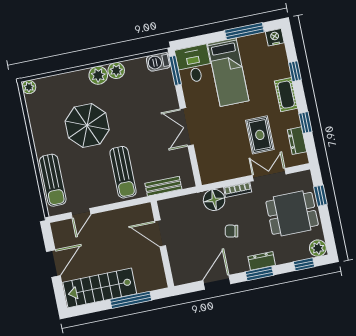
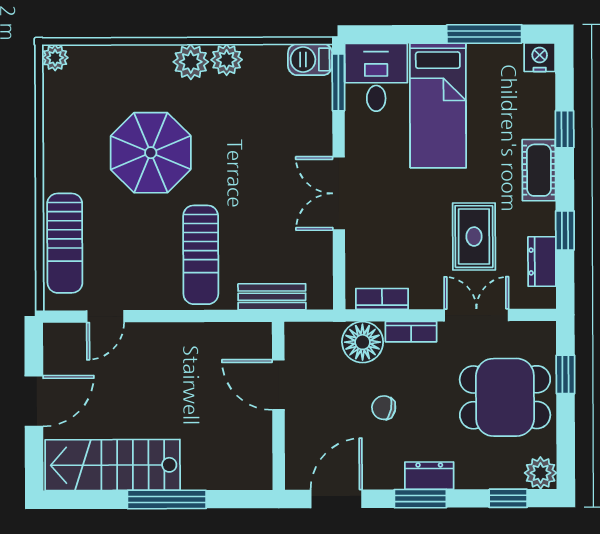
bookcase: (220, 176) -> (382, 299), added
door: (160, 233) -> (278, 385), moved
wall: (162, 244) -> (278, 406), moved

